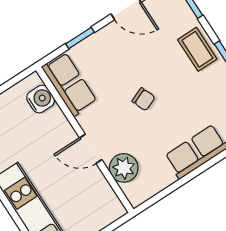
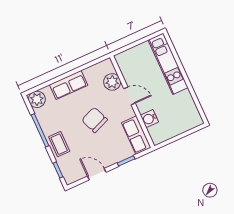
water cooler: (41, 99) -> (149, 119), moved
chair: (144, 99) -> (95, 120), width x1.87, depth x1.87

